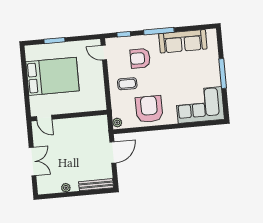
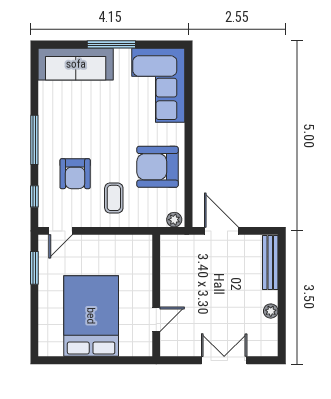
window: (54, 41) -> (34, 268), moved
sofa: (183, 41) -> (76, 64), moved, turned 90
door: (44, 118) -> (156, 319), moved

